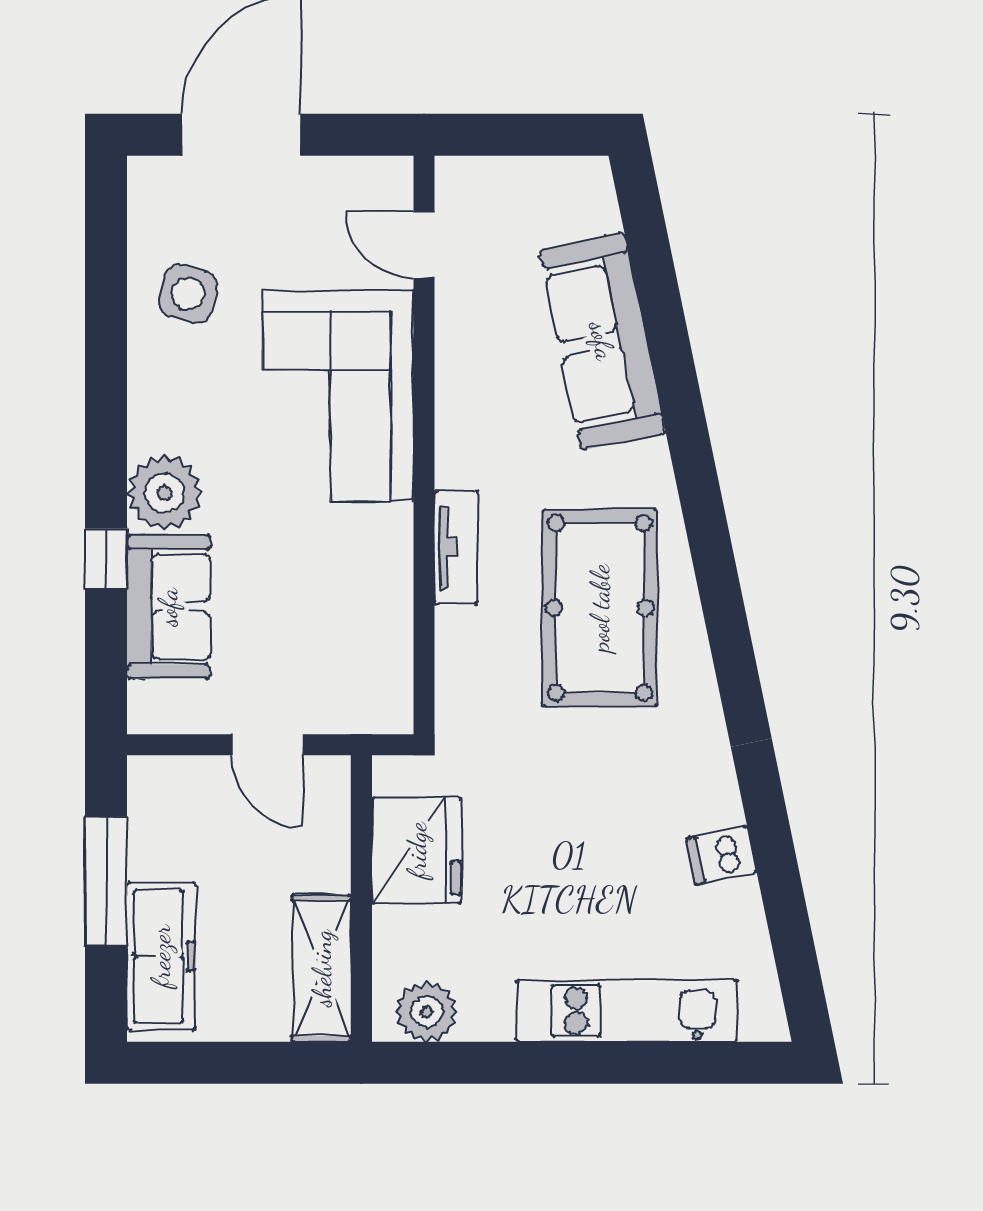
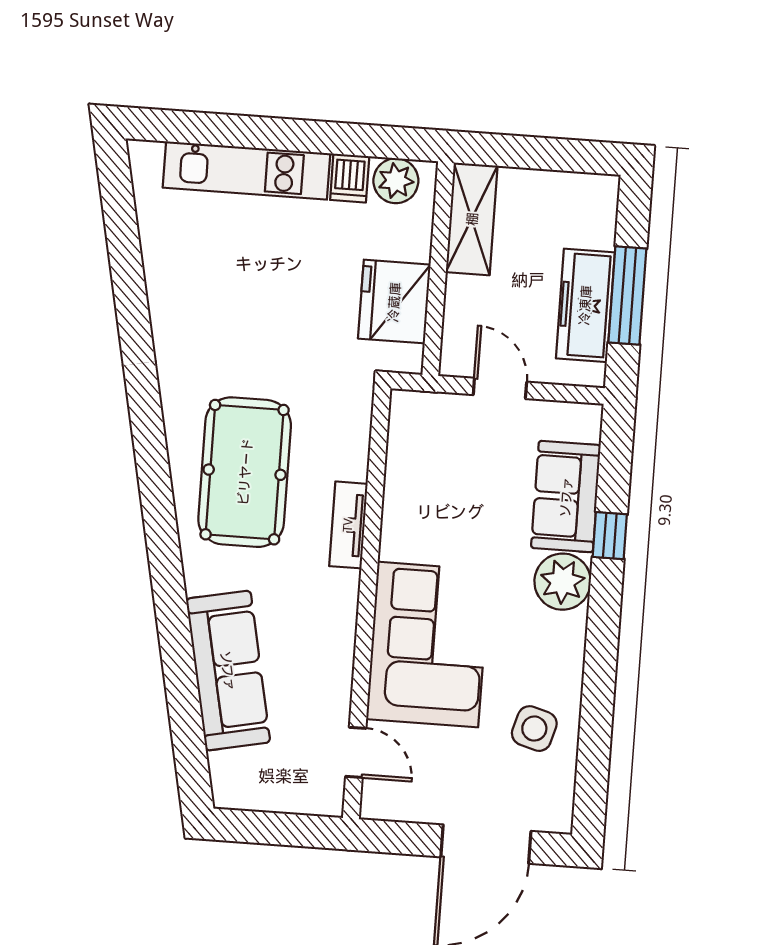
dishwasher: (722, 855) -> (350, 178), moved, turned 102
freezer: (161, 956) -> (585, 305), moved

